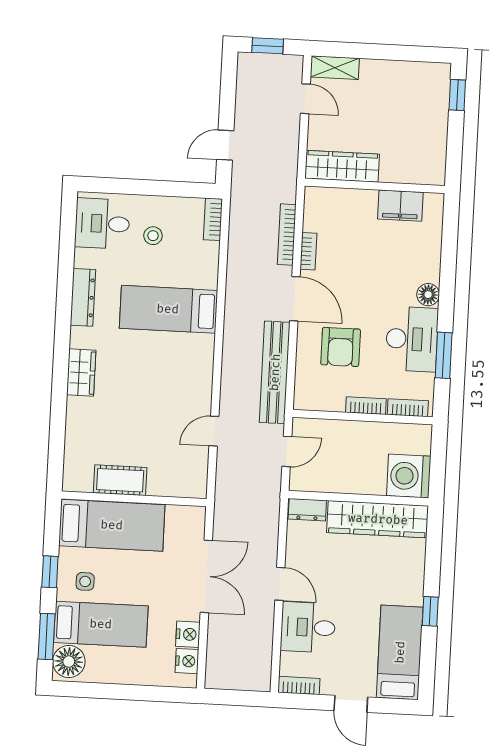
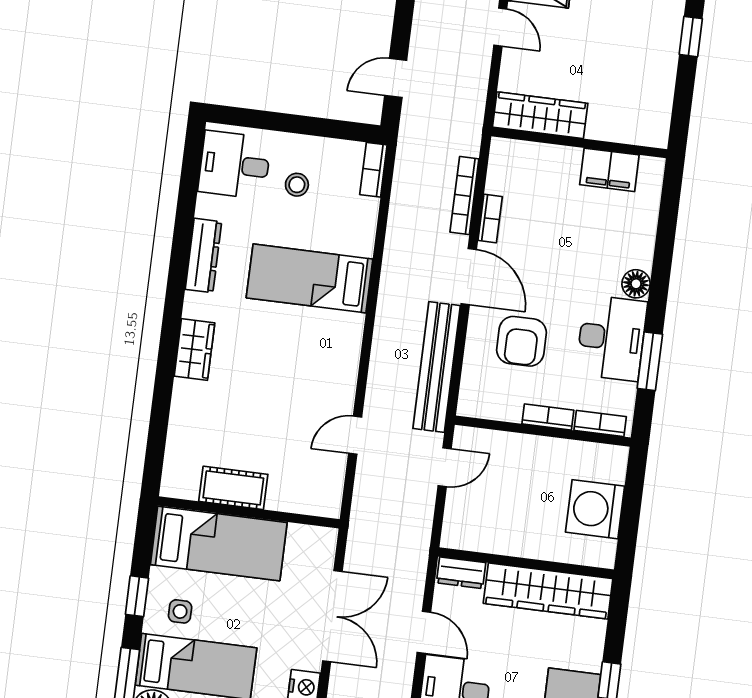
wall: (358, 498) -> (526, 563), moved
dresser: (307, 510) -> (461, 573), moved
wardrobe: (378, 519) -> (548, 591), moved

